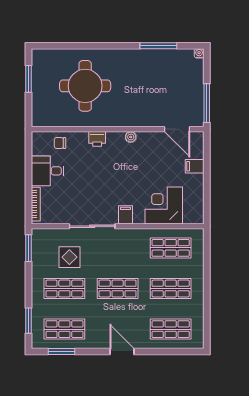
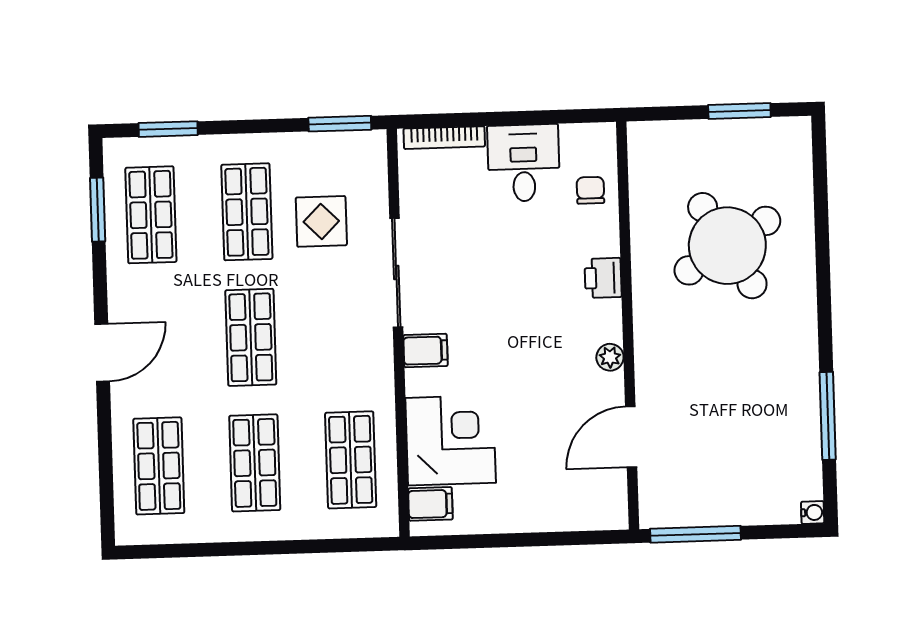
round table: (85, 86) -> (727, 246), turned -31
door: (177, 129) -> (631, 437), moved
filing cabinet: (195, 166) -> (430, 504), moved, turned 90

